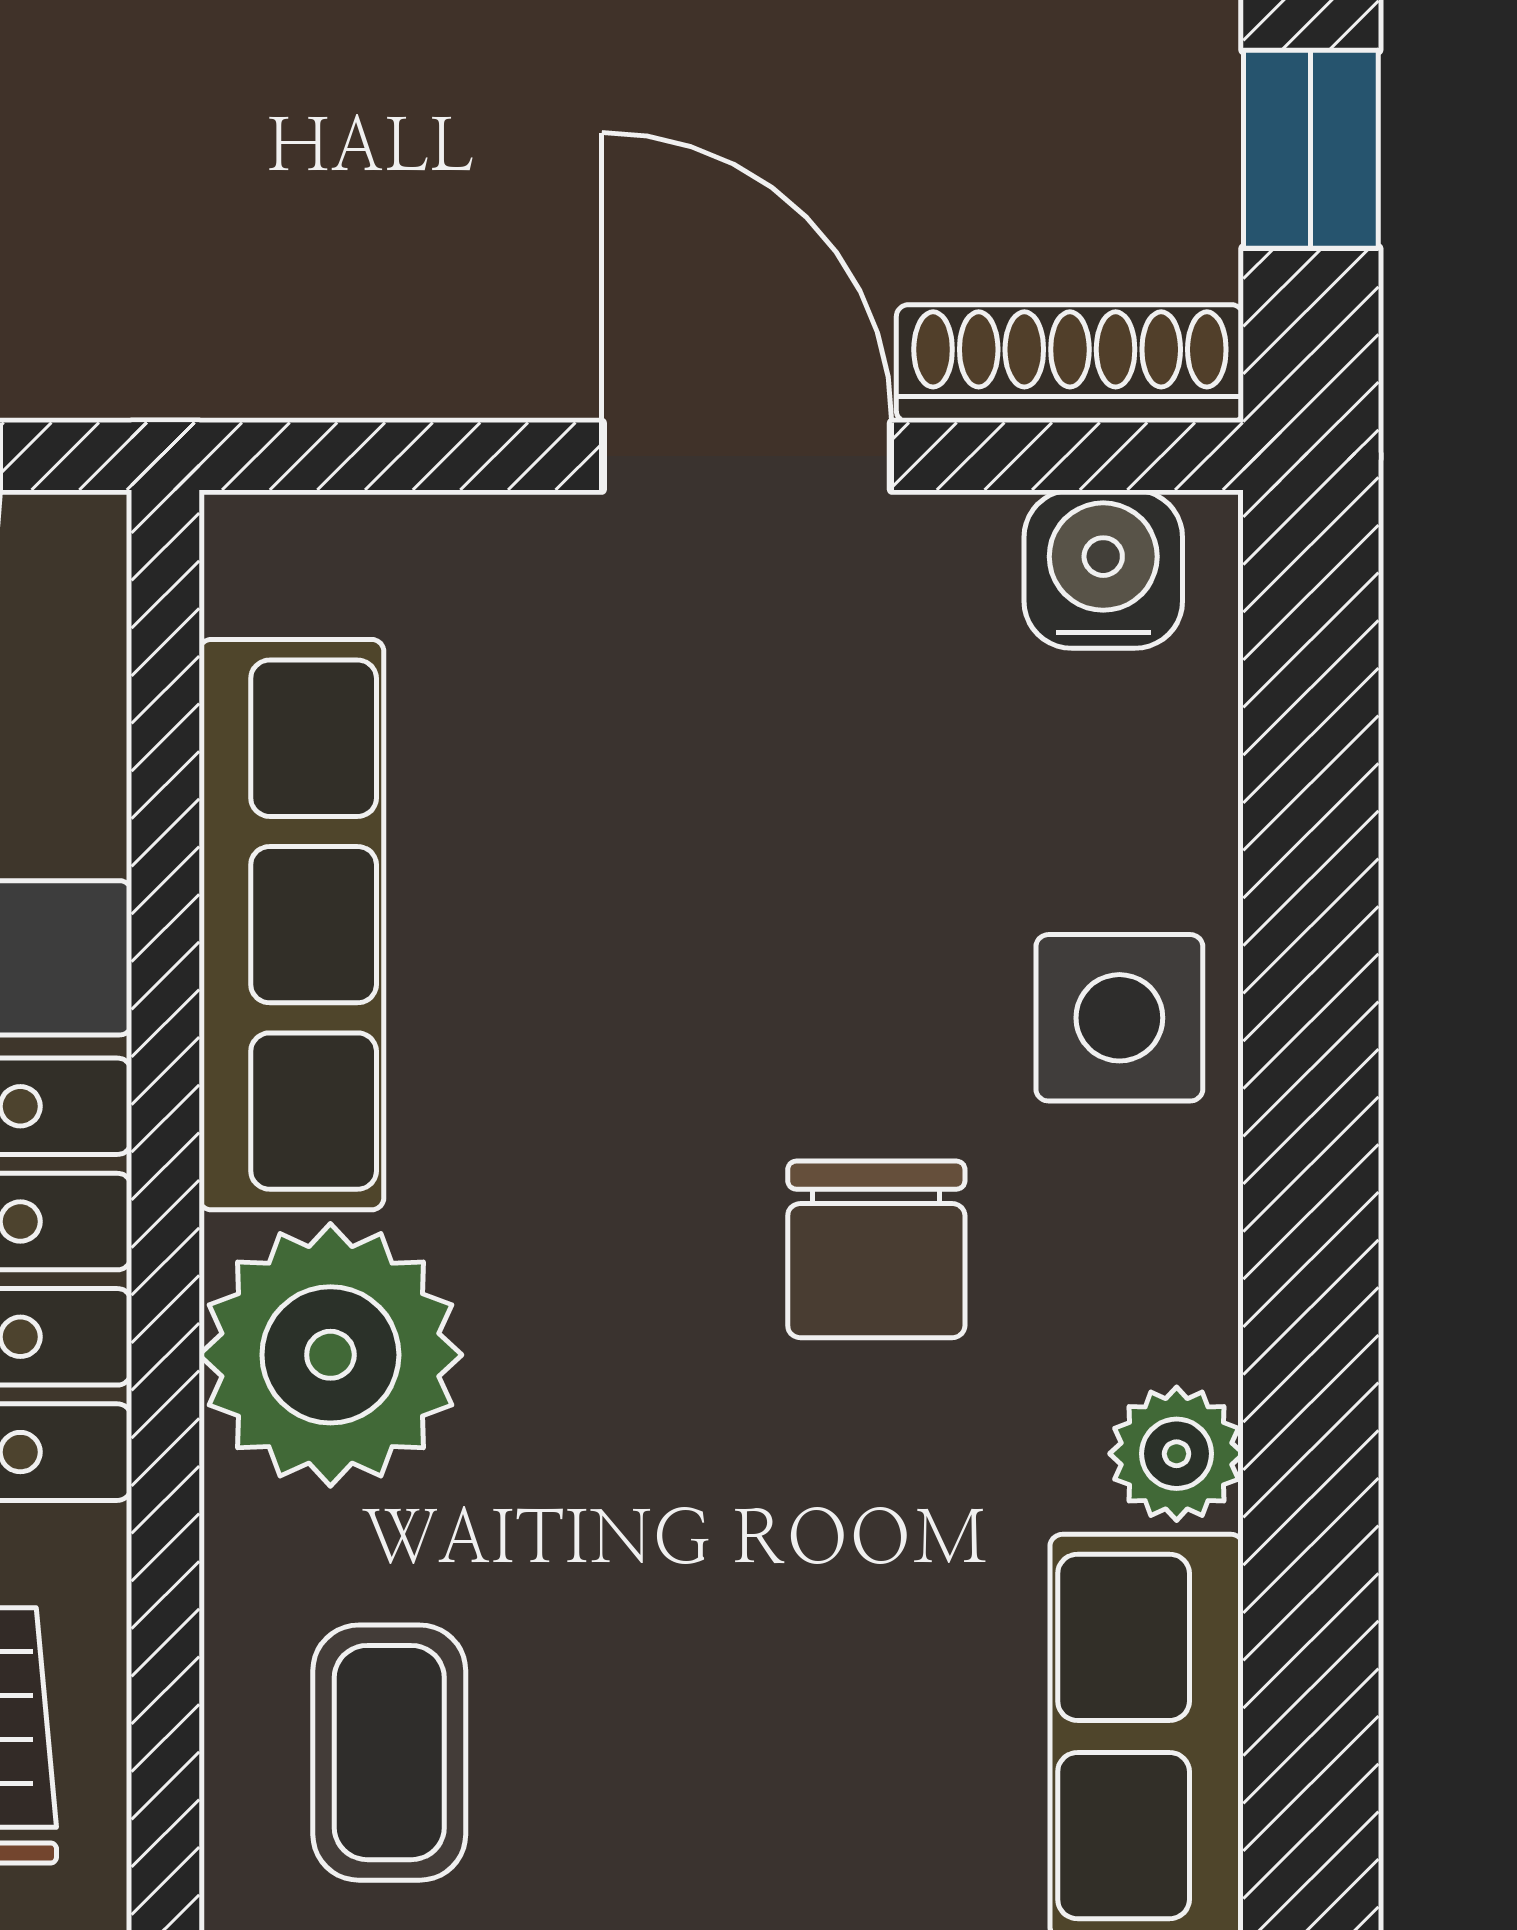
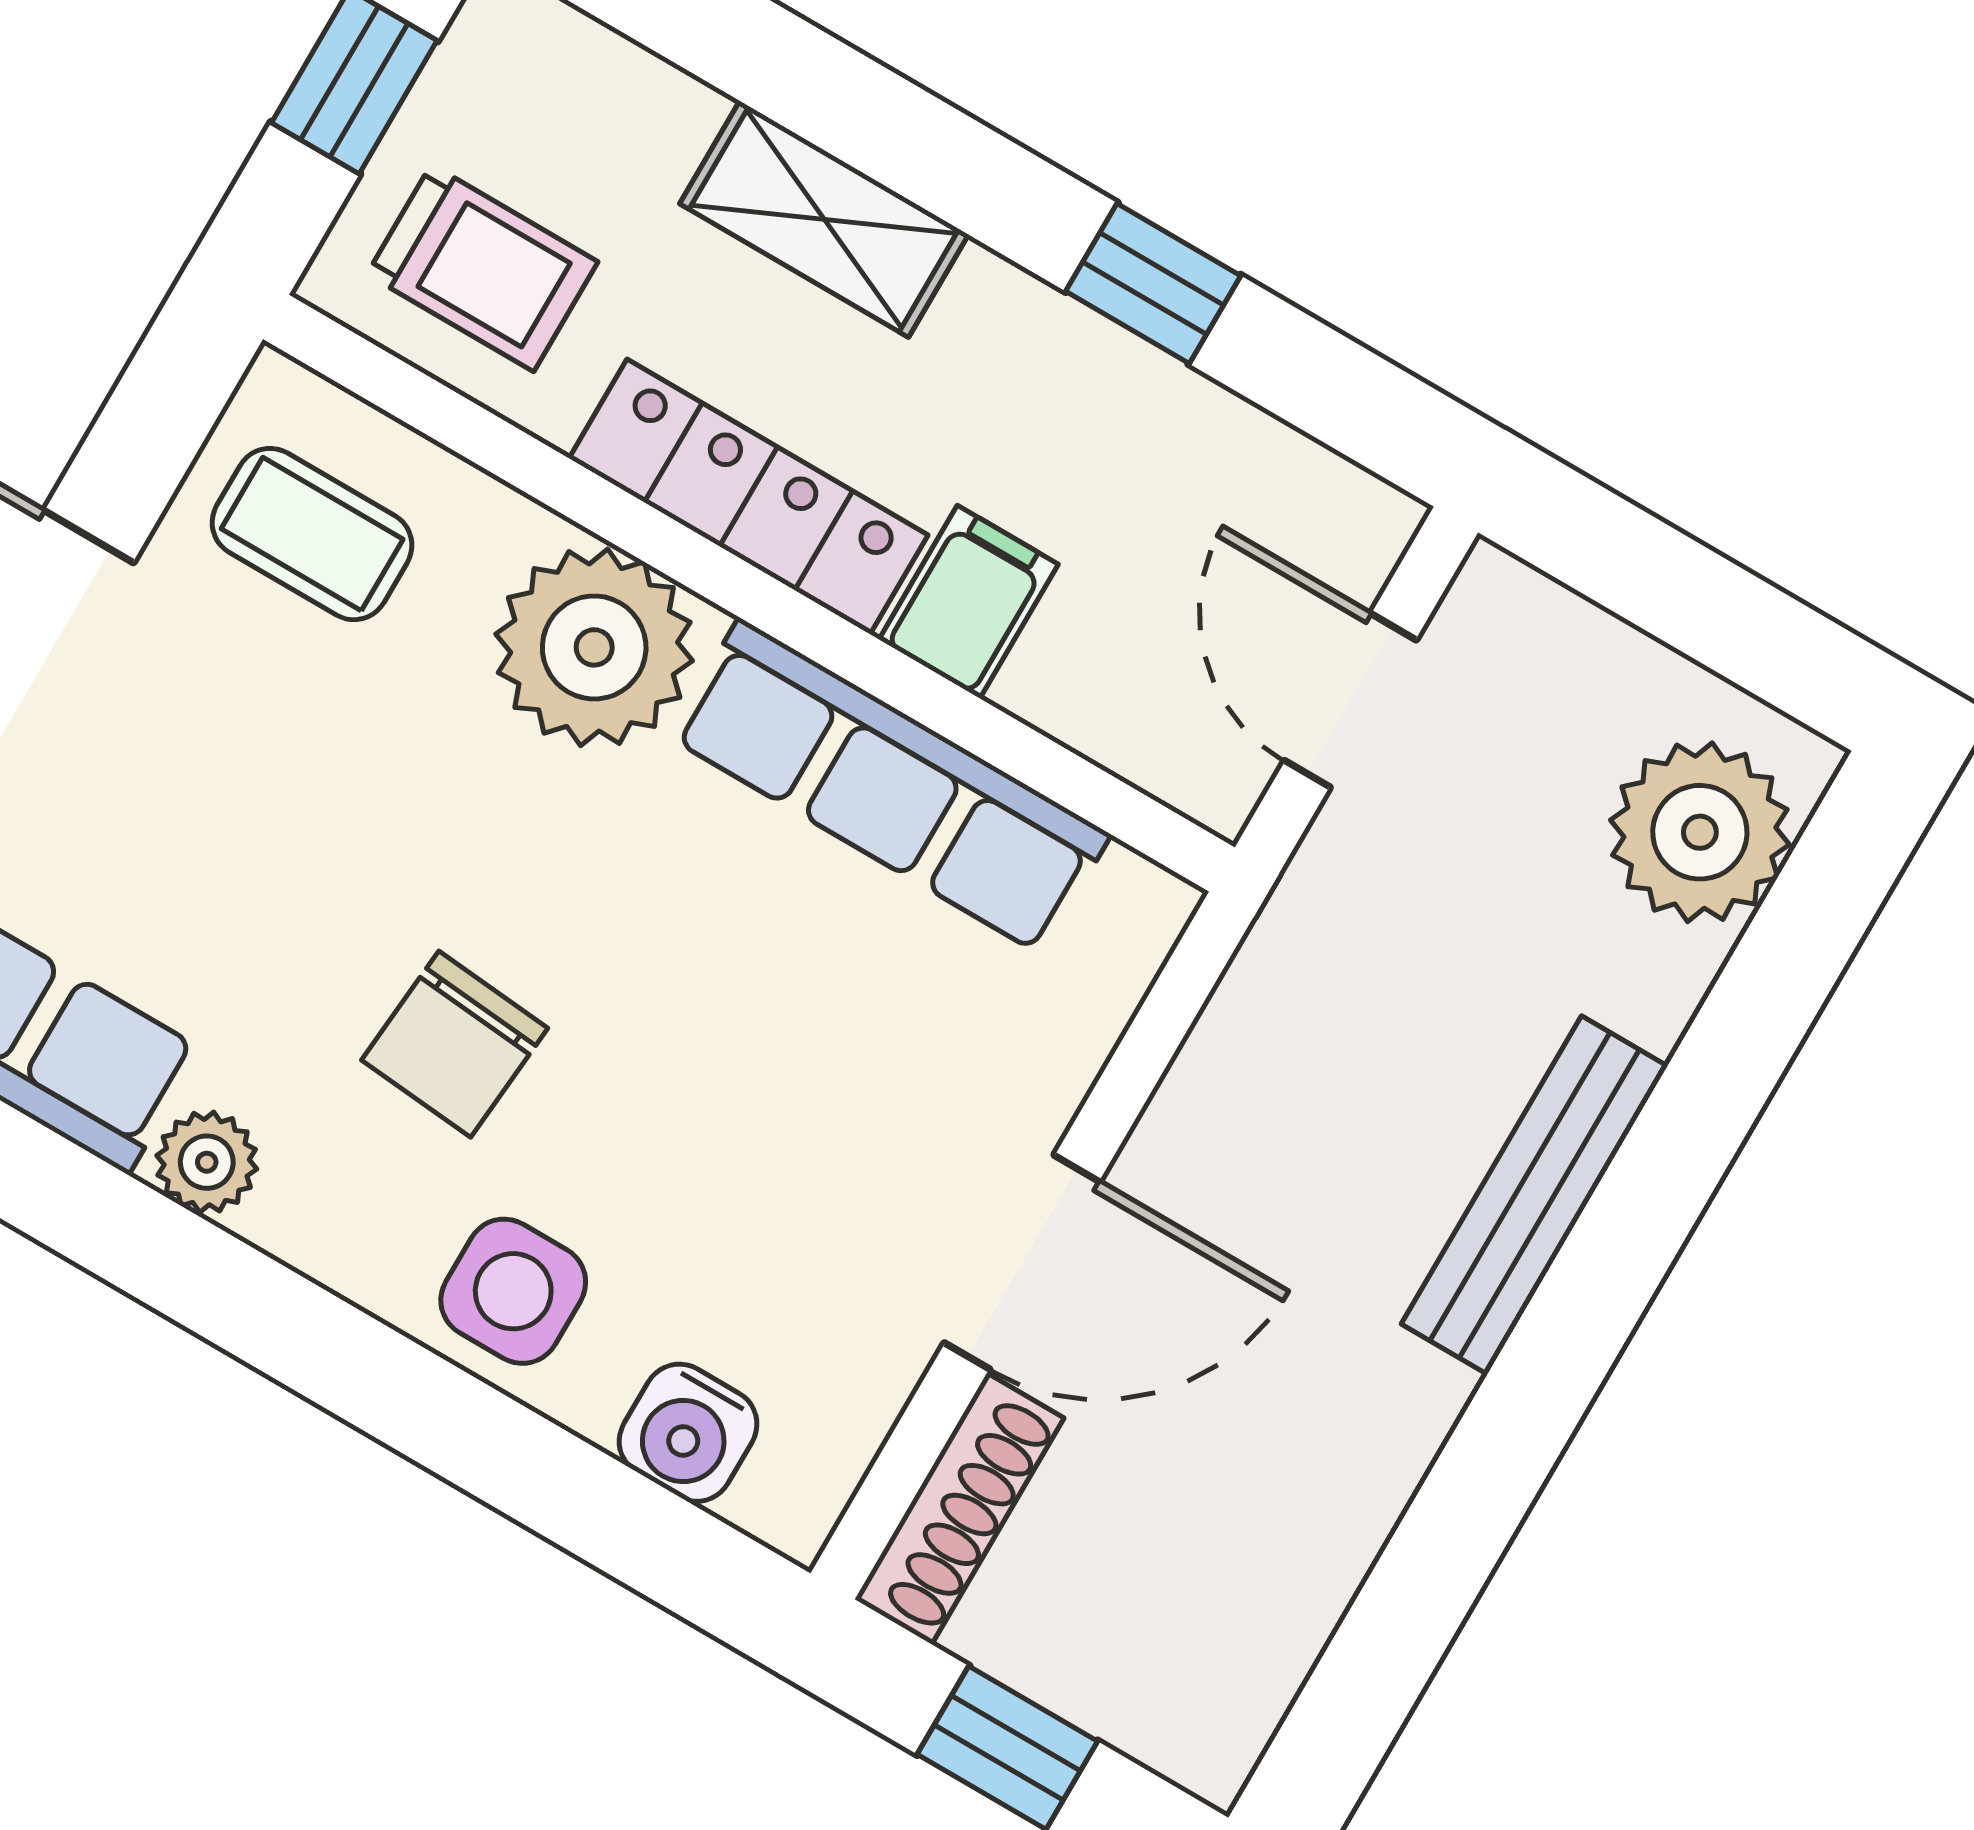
water cooler: (1103, 569) -> (688, 1433), moved, turned 90
chair: (876, 1249) -> (455, 1044), turned -85

